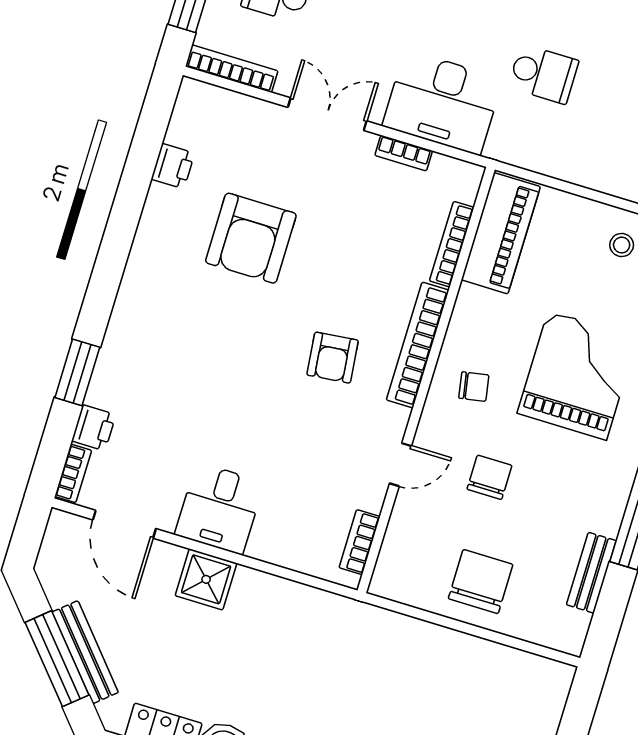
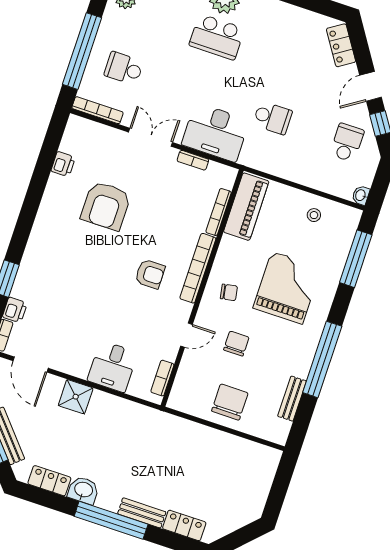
armchair: (333, 358) -> (150, 274), turned -84
desk: (219, 508) -> (113, 366), moved

